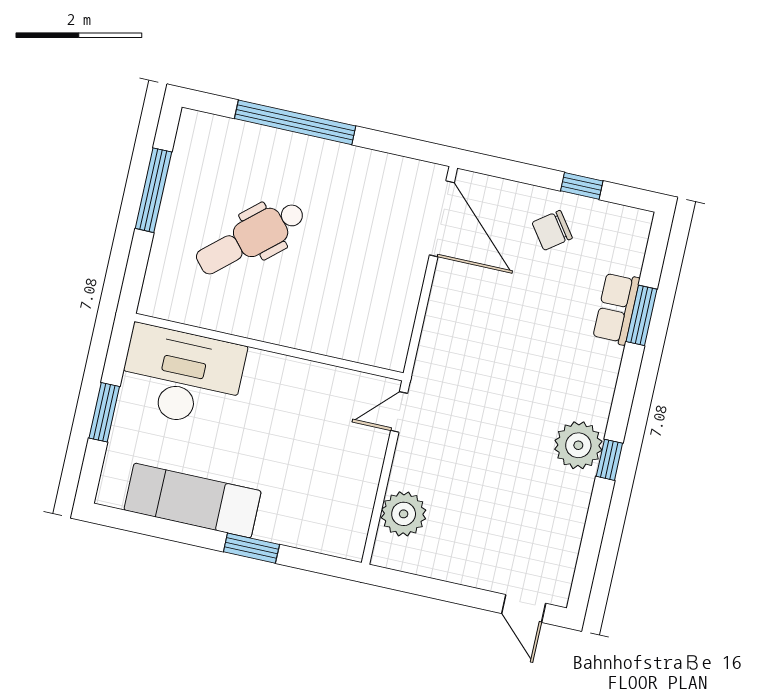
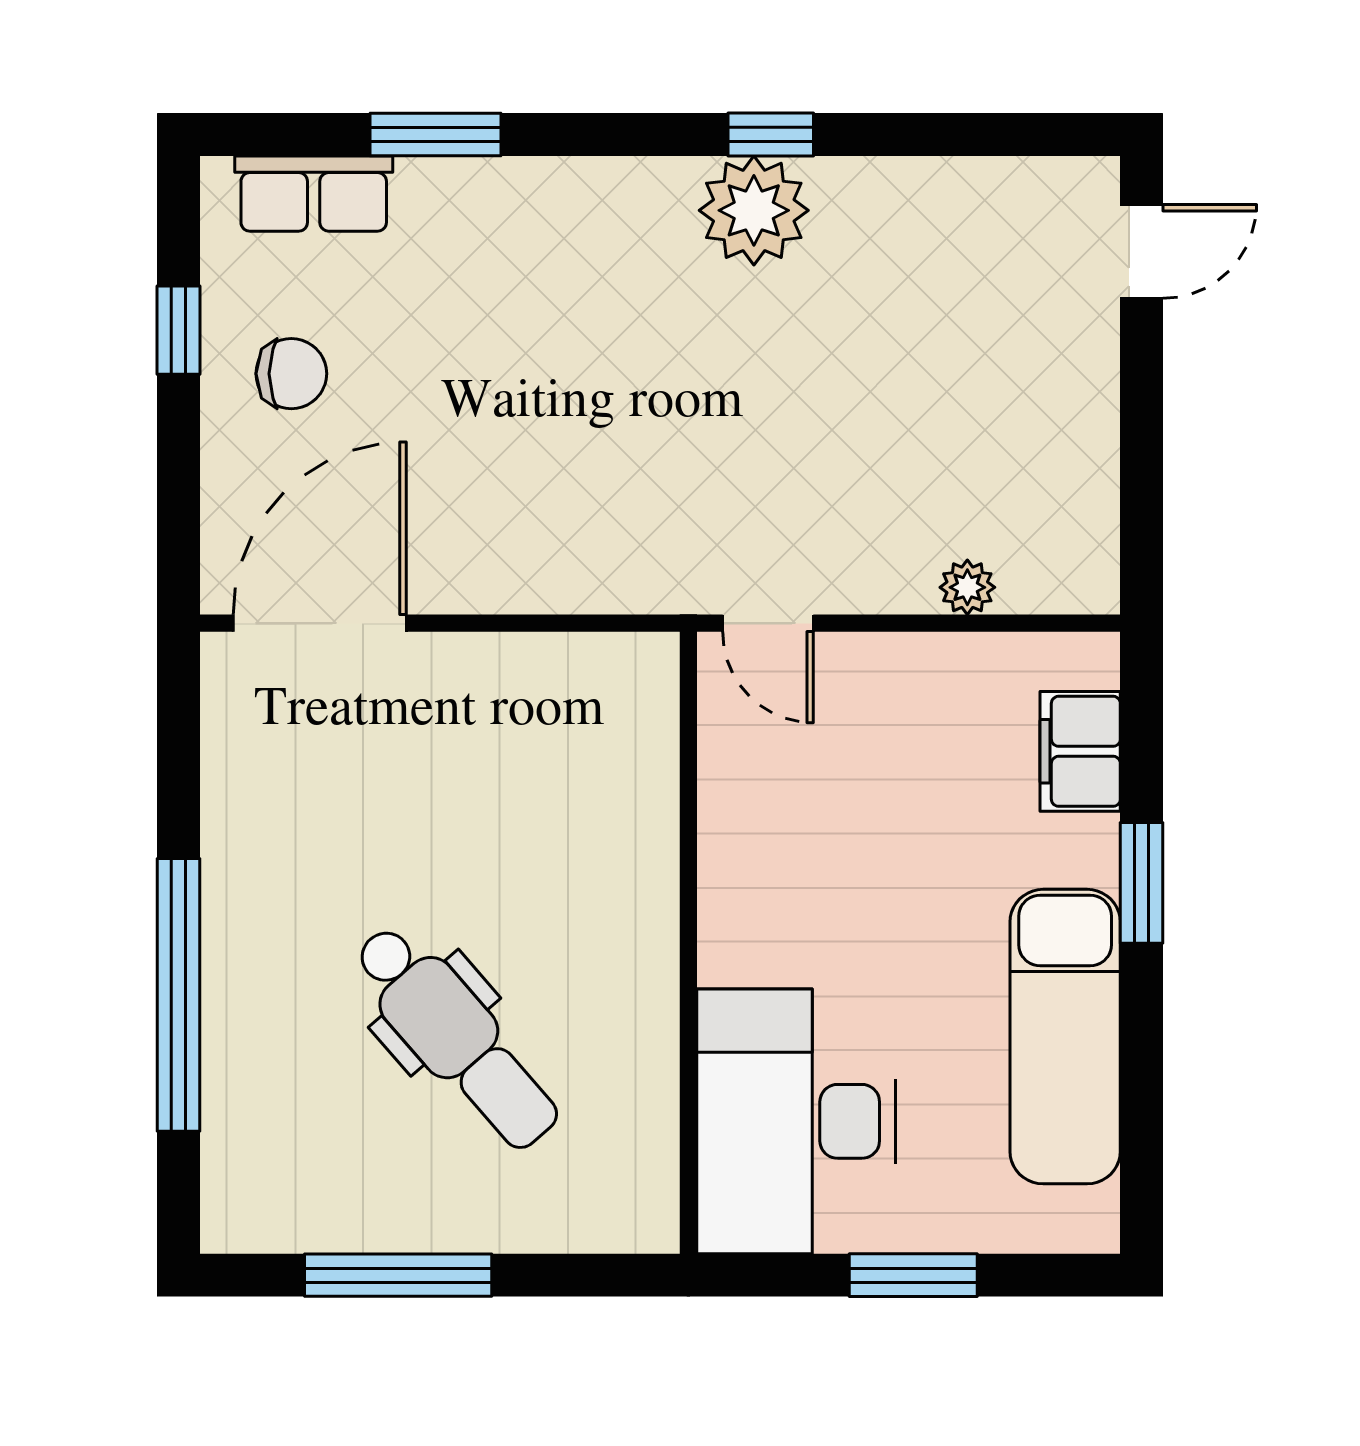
chair: (552, 230) -> (291, 374), turned -54
row of seats: (616, 308) -> (314, 194), moved
plant: (404, 514) -> (967, 587), width x0.53, depth x0.53
filing cabinet: (314, 534) -> (1080, 751), added

